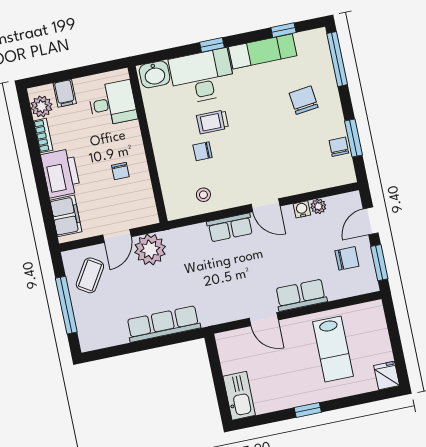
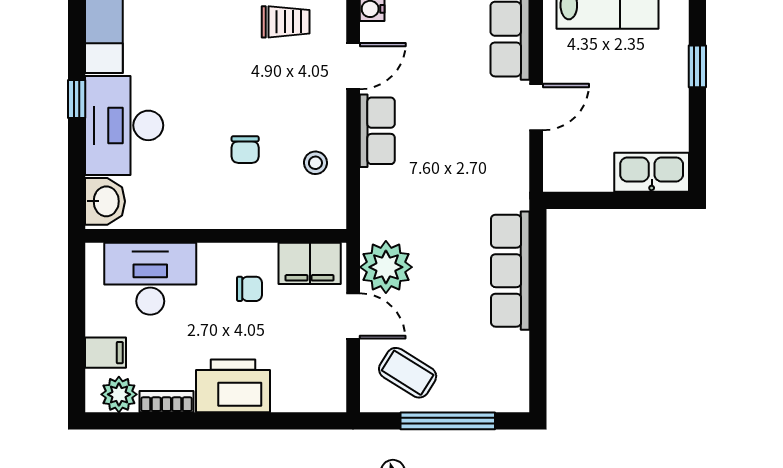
desk: (113, 103) -> (150, 279), width x1.37
trolley: (213, 122) -> (286, 22), moved, turned -90
filing cabinet: (66, 216) -> (310, 263), moved, turned 180

